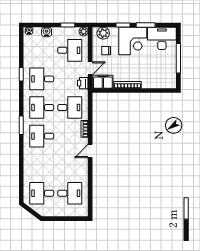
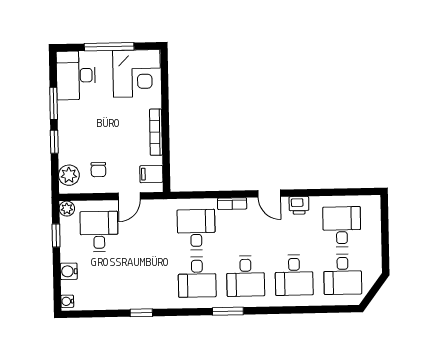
corner desk: (133, 41) -> (137, 73), moved, turned 90
door: (90, 68) -> (129, 196), swing flipped
desk: (42, 79) -> (294, 275), moved
filing cabinet: (103, 82) -> (151, 174), width x0.50
printer: (83, 83) -> (299, 205), moved

